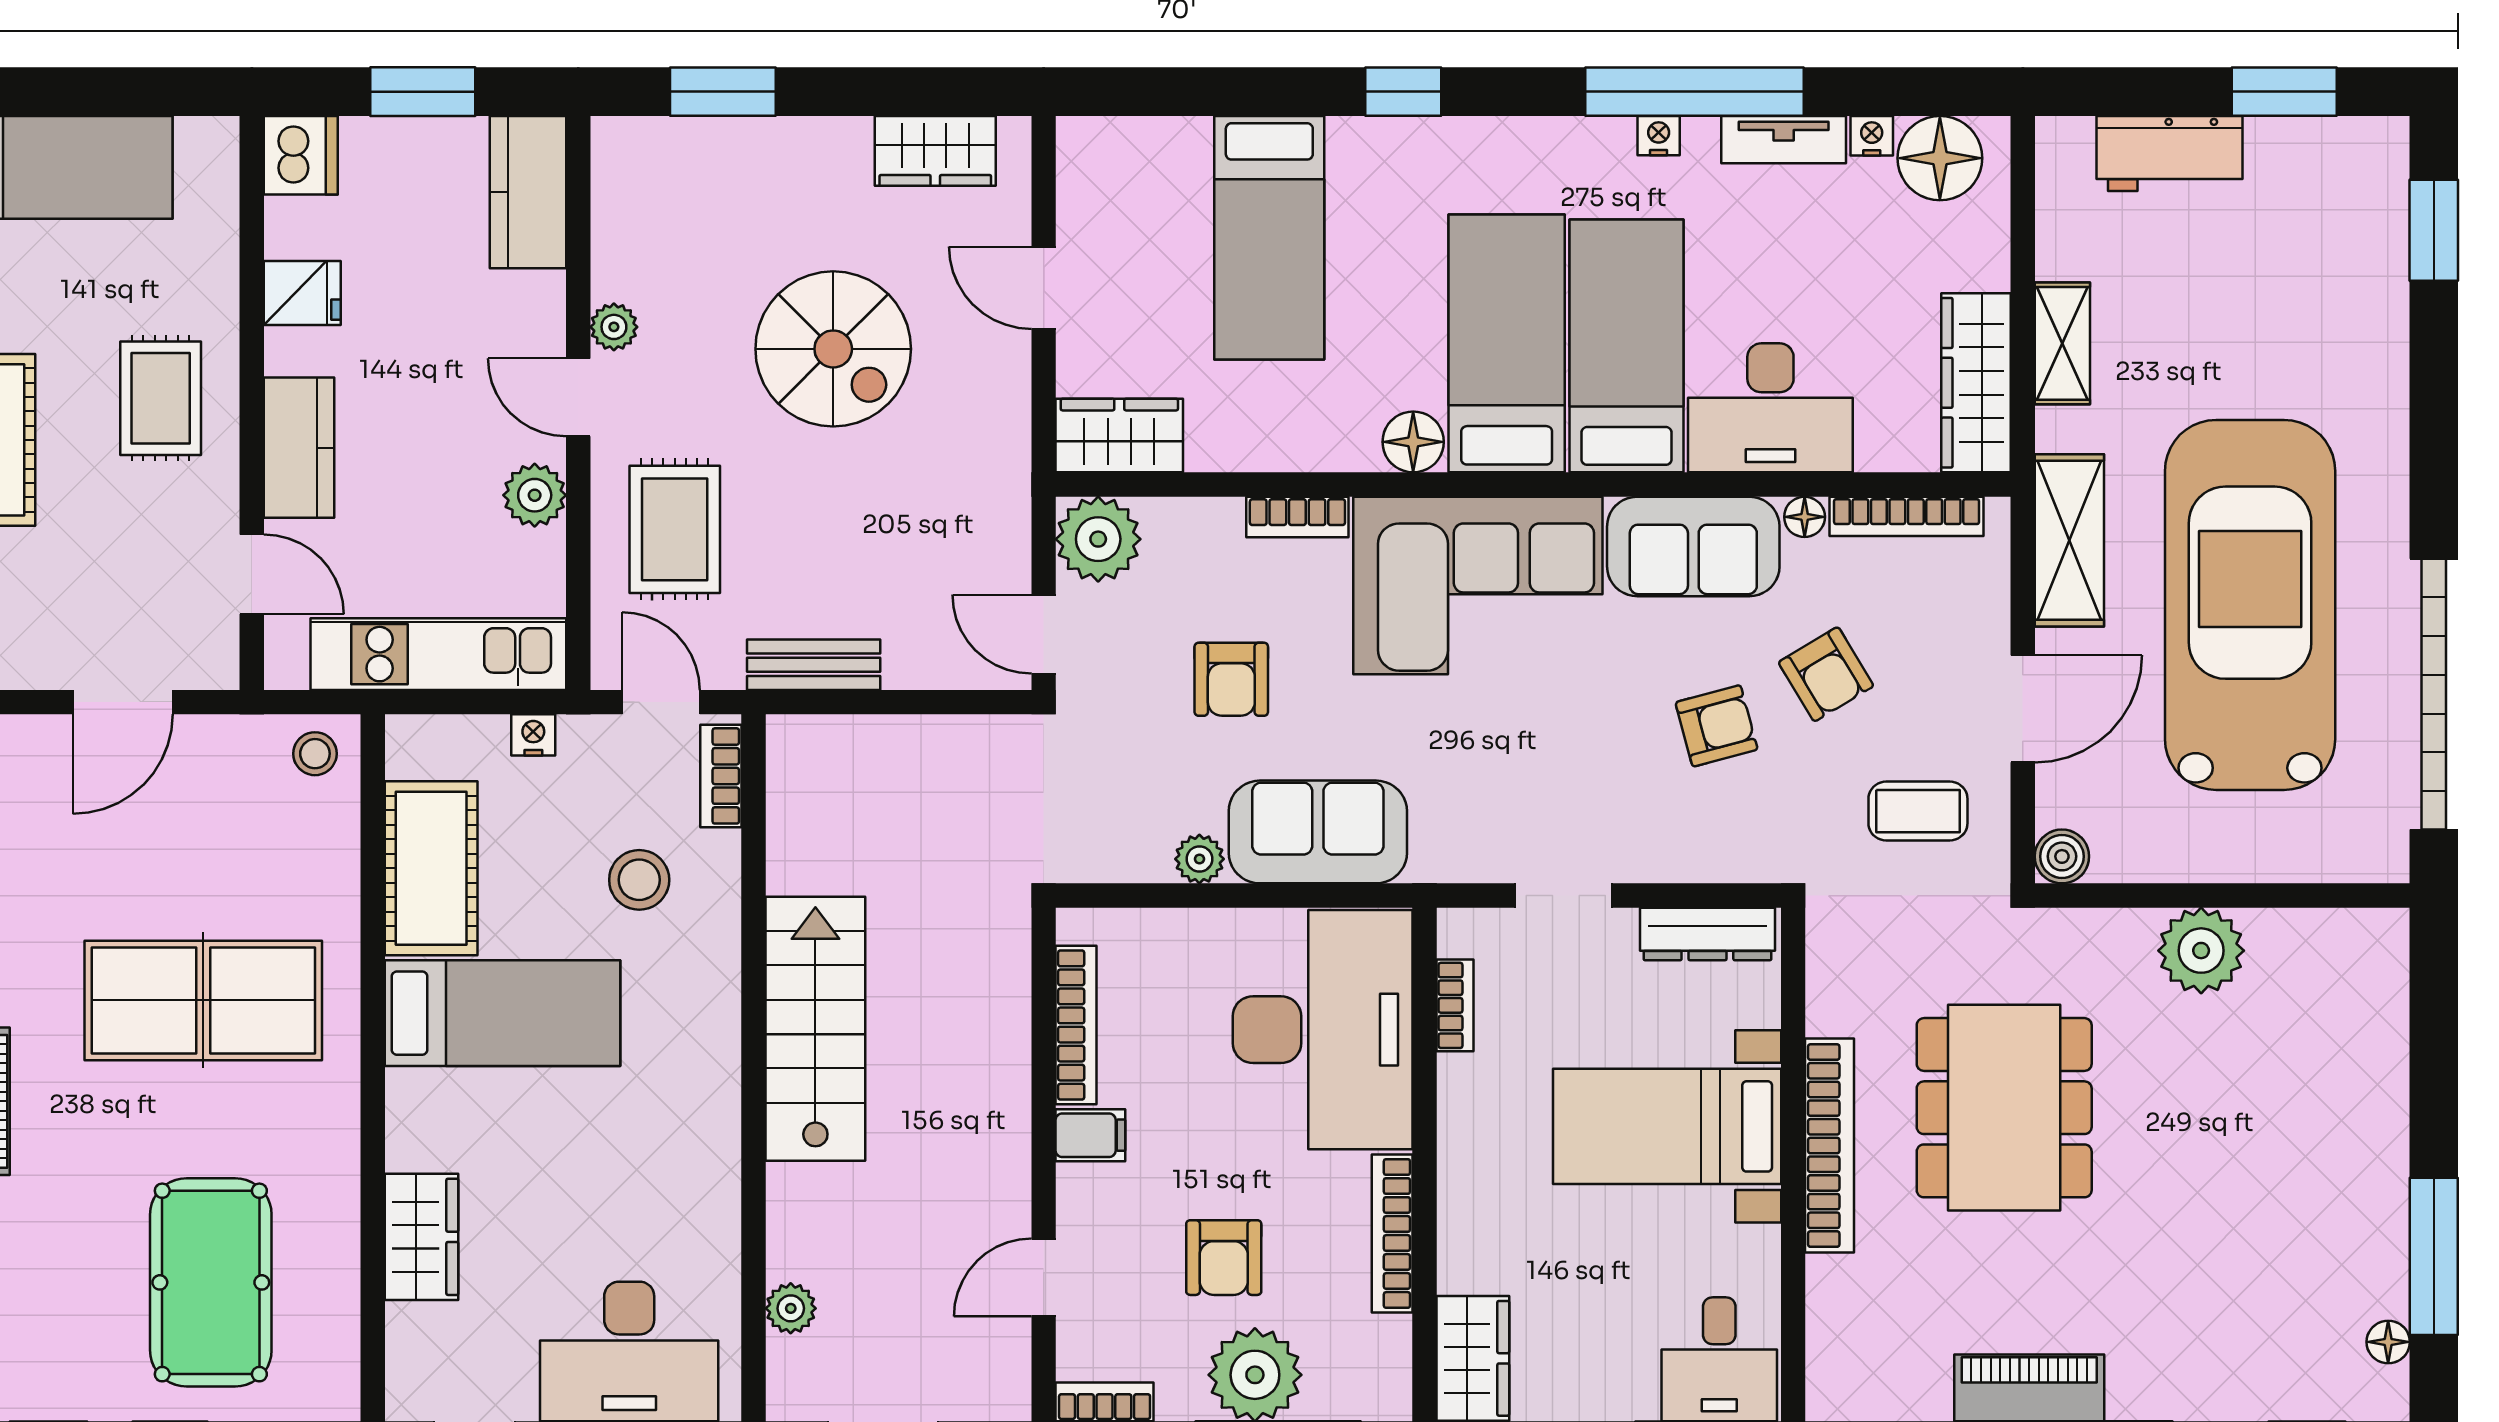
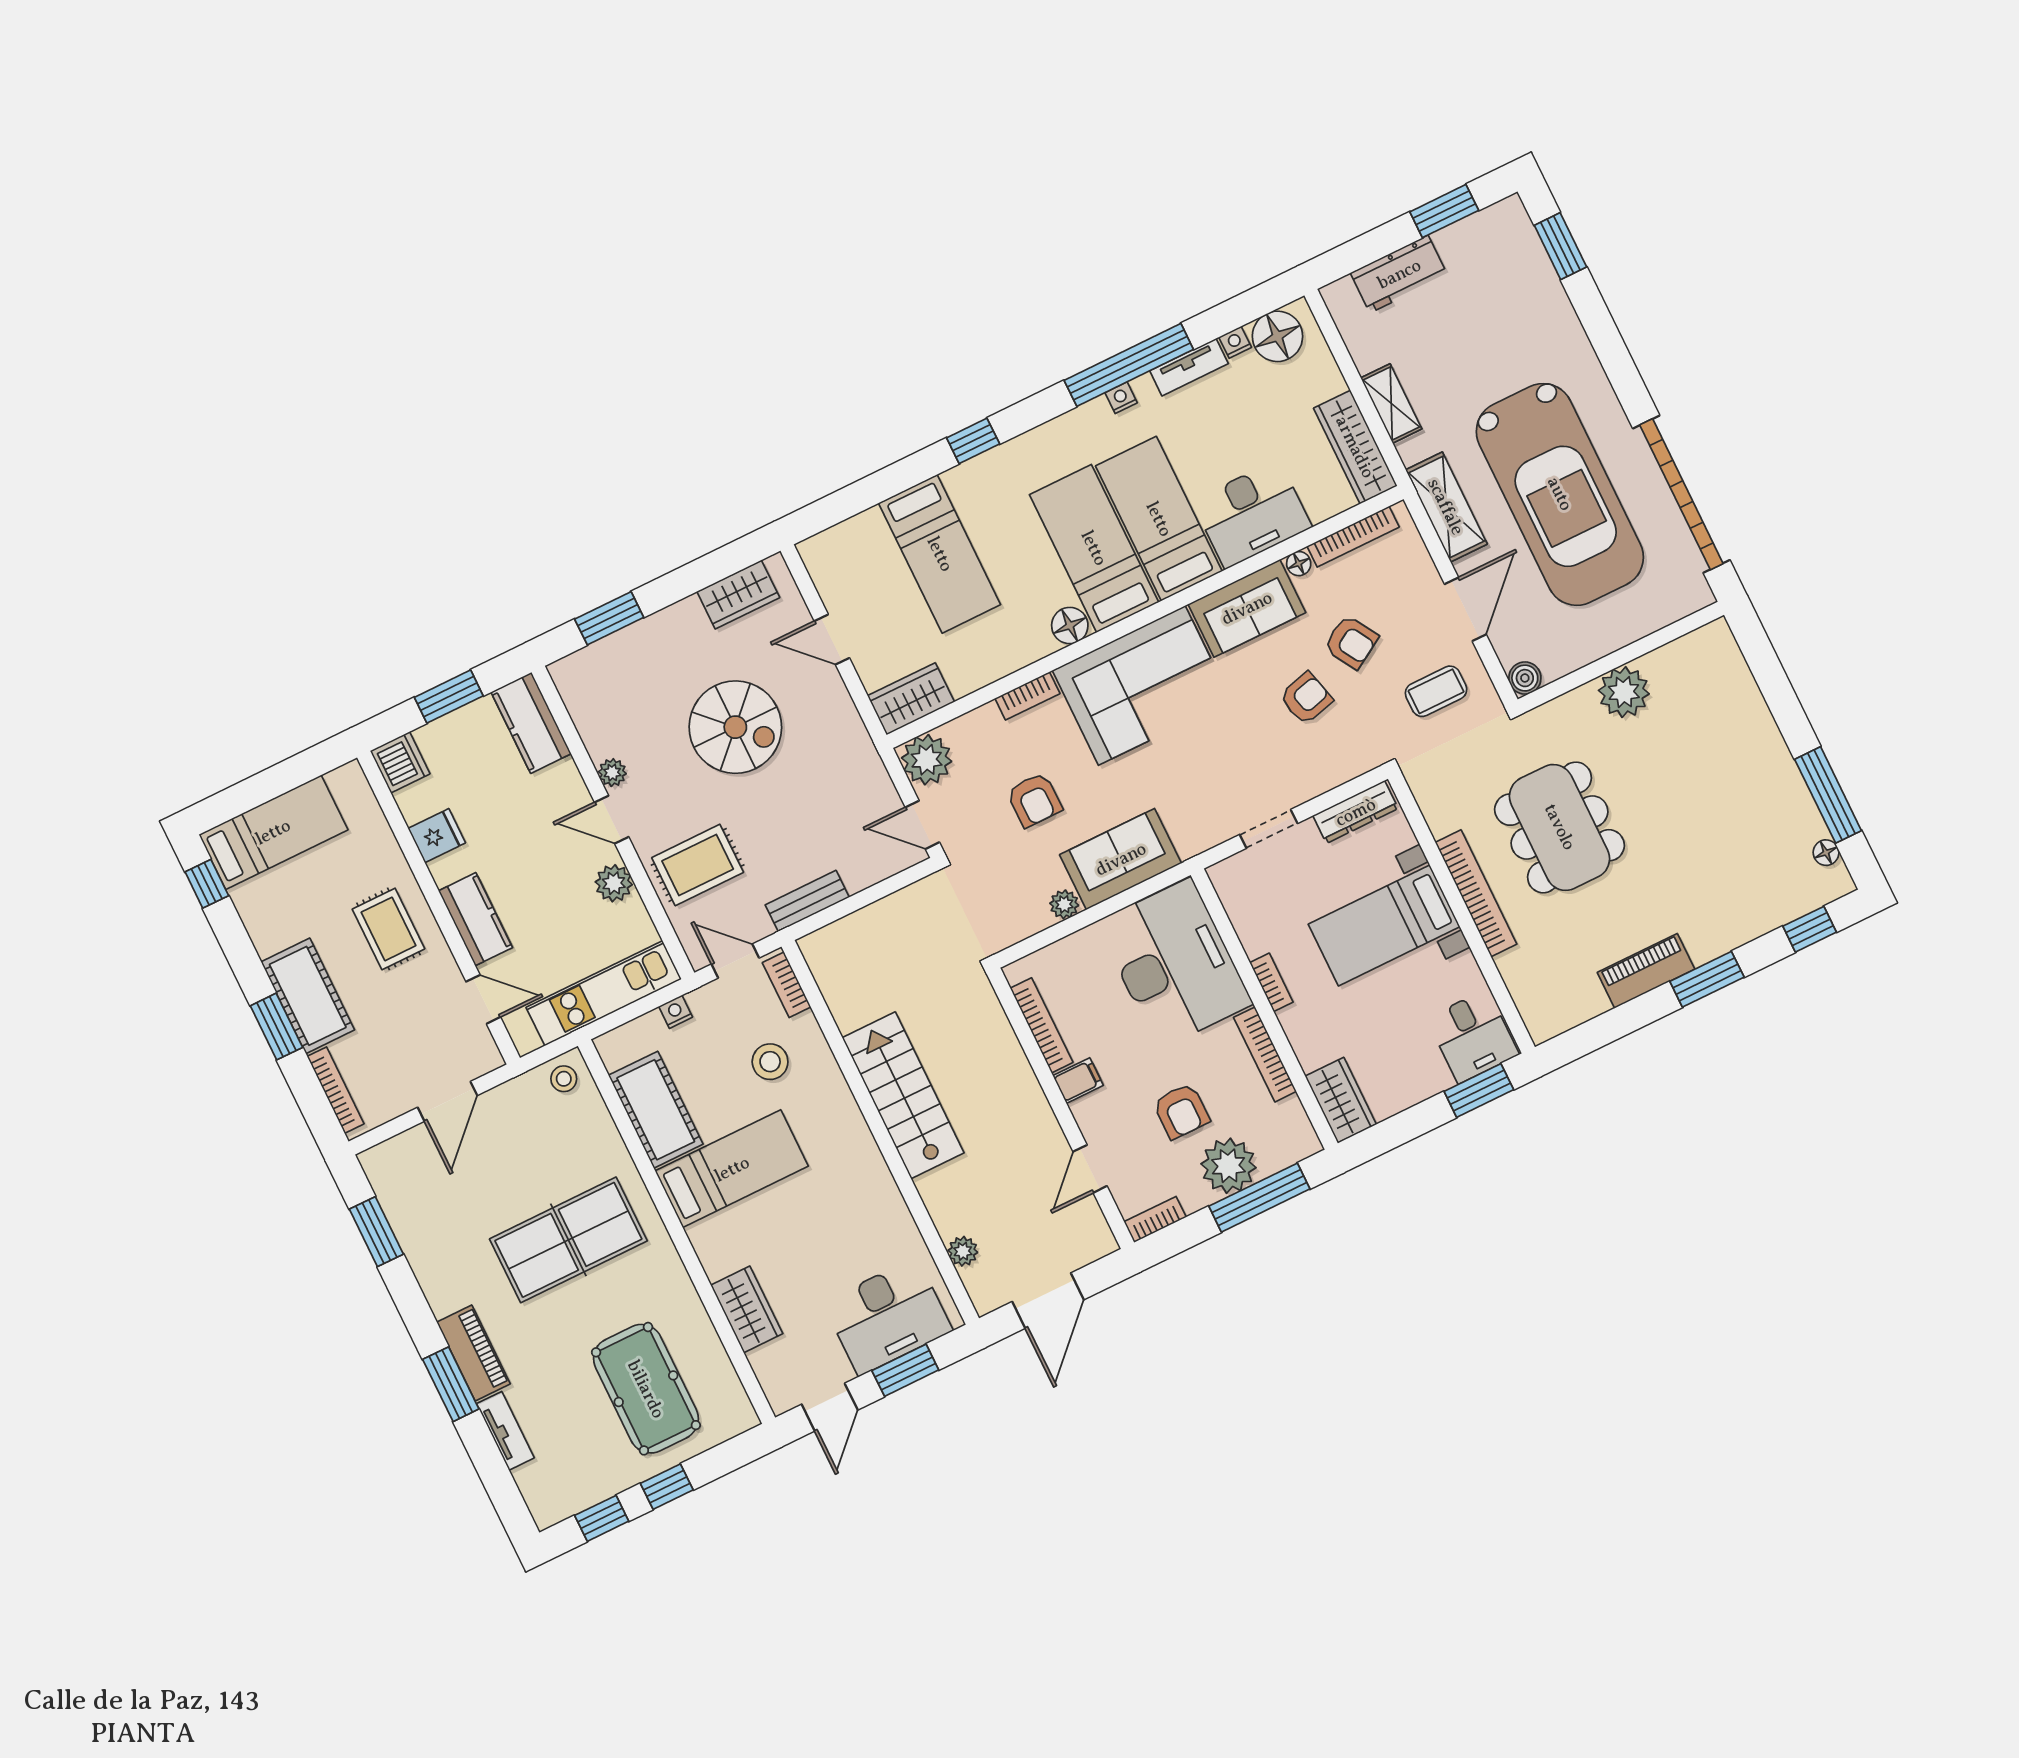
rug: (675, 529) -> (698, 865), turned 90
car: (2250, 605) -> (1560, 494), turned 180
bookcase: (1455, 1005) -> (1271, 982), moved

